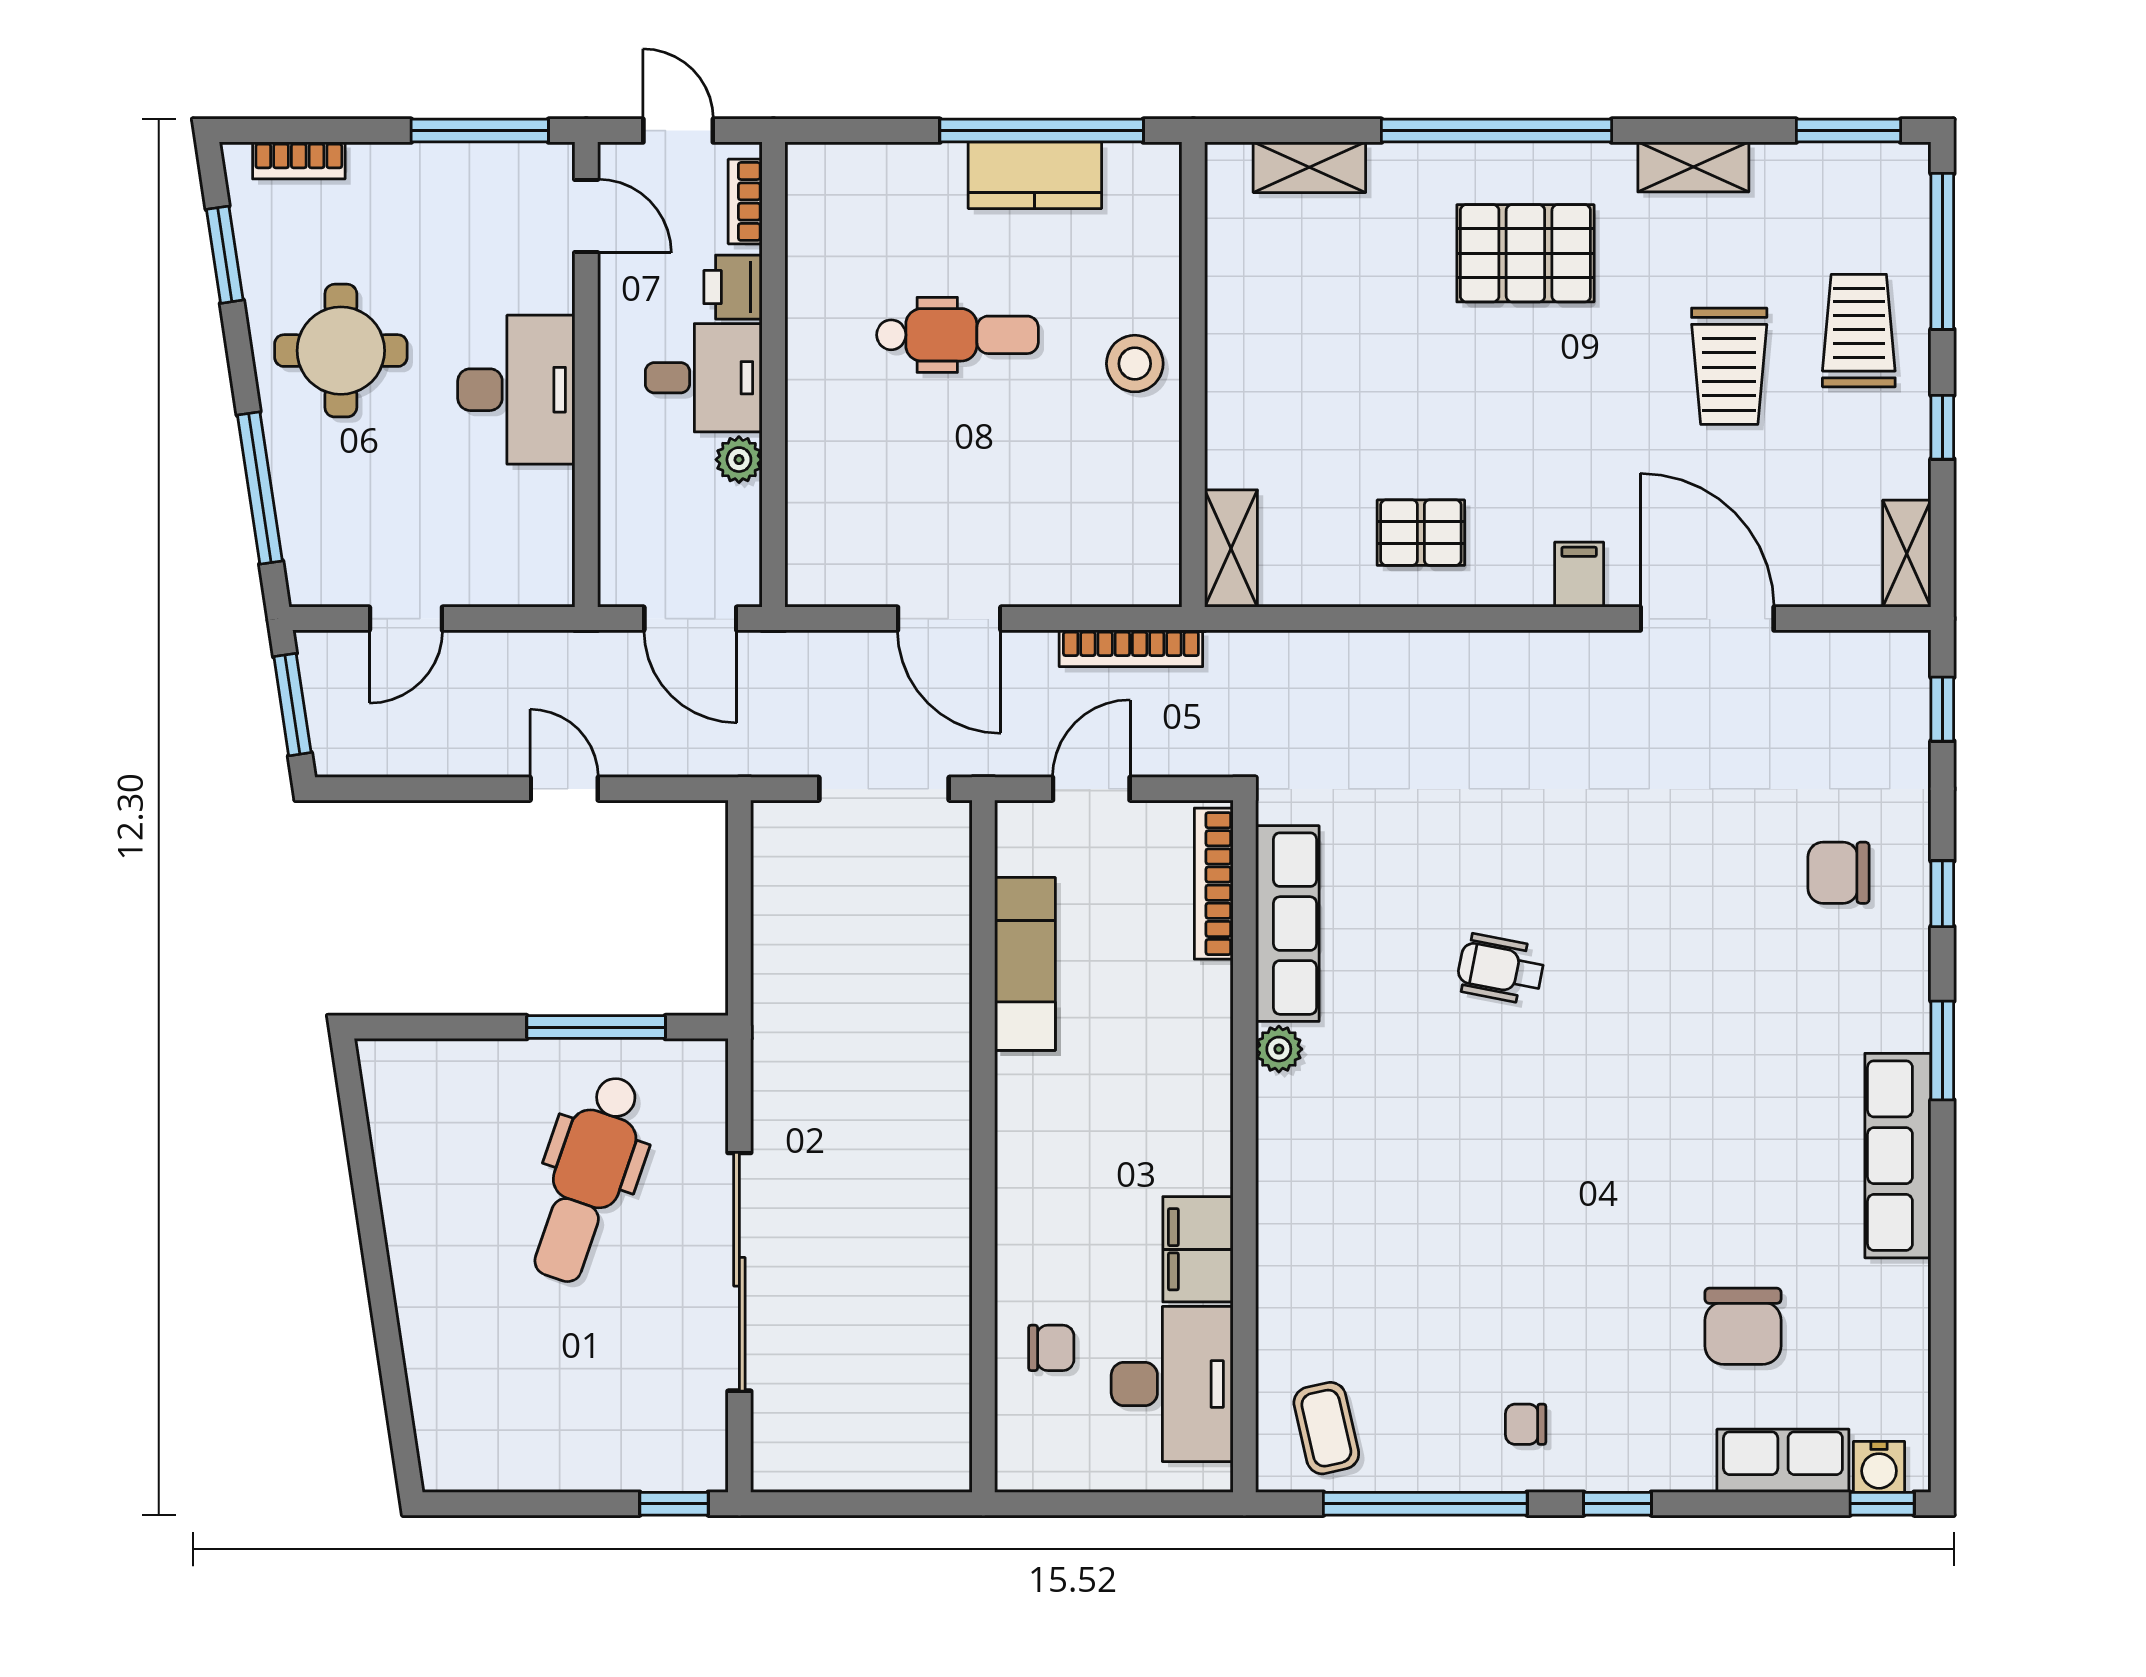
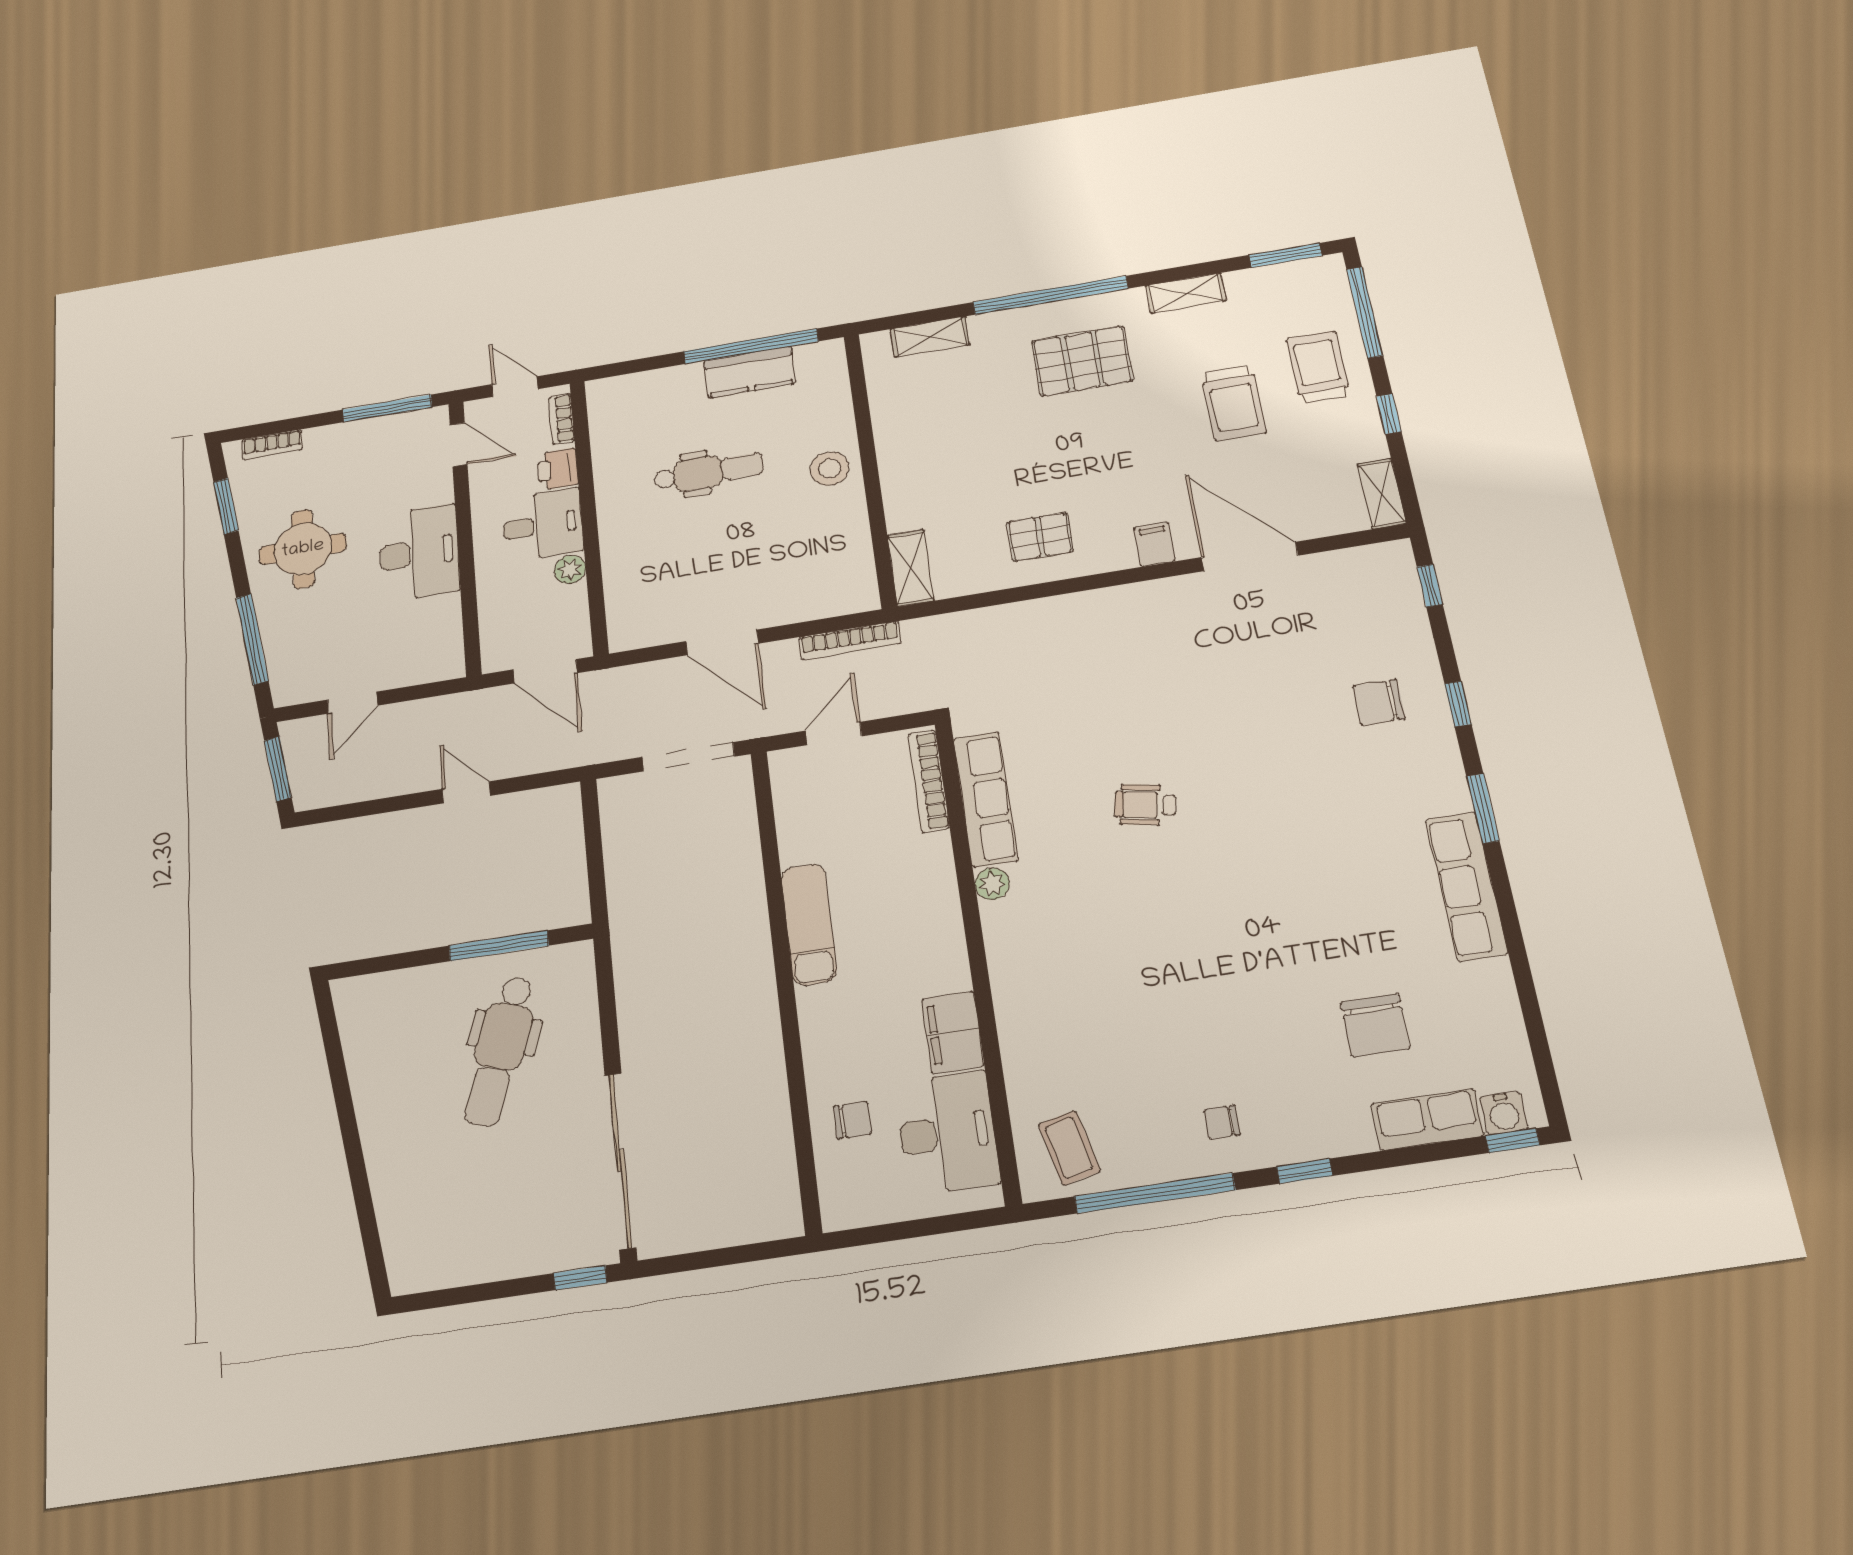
exam couch: (1025, 964) -> (809, 924), moved
sliding door: (739, 1272) -> (620, 1160), moved

